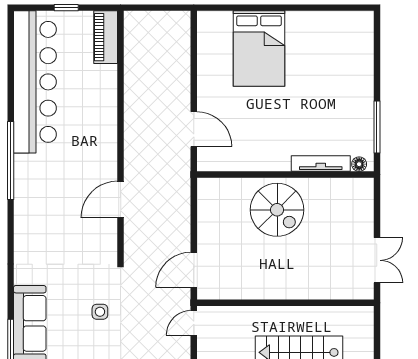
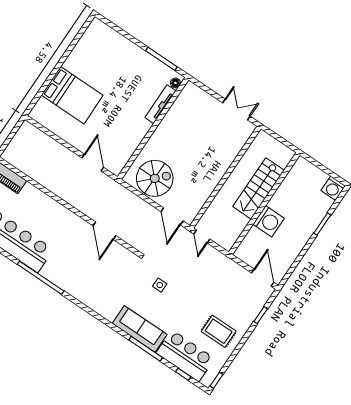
door: (194, 129) -> (93, 163), hinge flipped
spiral stairs: (277, 210) -> (155, 178), moved

